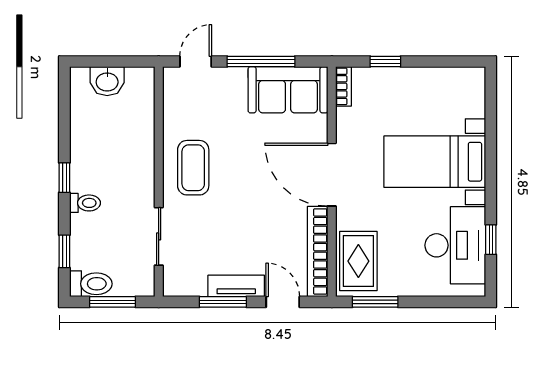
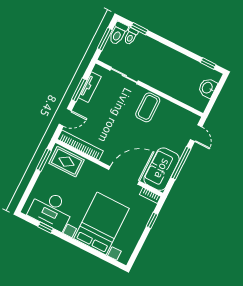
bed with nightstands: (435, 162) -> (102, 224), width x1.36
coffee table: (193, 168) -> (148, 107), turned 90
door: (332, 175) -> (124, 175), moved
window: (64, 178) -> (208, 63), moved
toilet: (85, 203) -> (131, 36), moved
tv unit: (236, 286) -> (90, 87), moved

